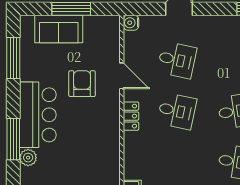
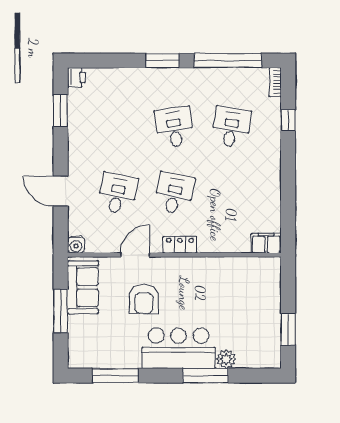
sofa: (59, 29) -> (83, 287), moved
armchair: (82, 84) -> (144, 299), turned -90

